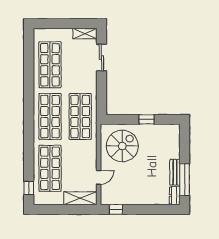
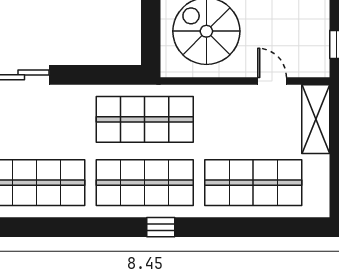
window: (29, 188) -> (161, 227), moved

